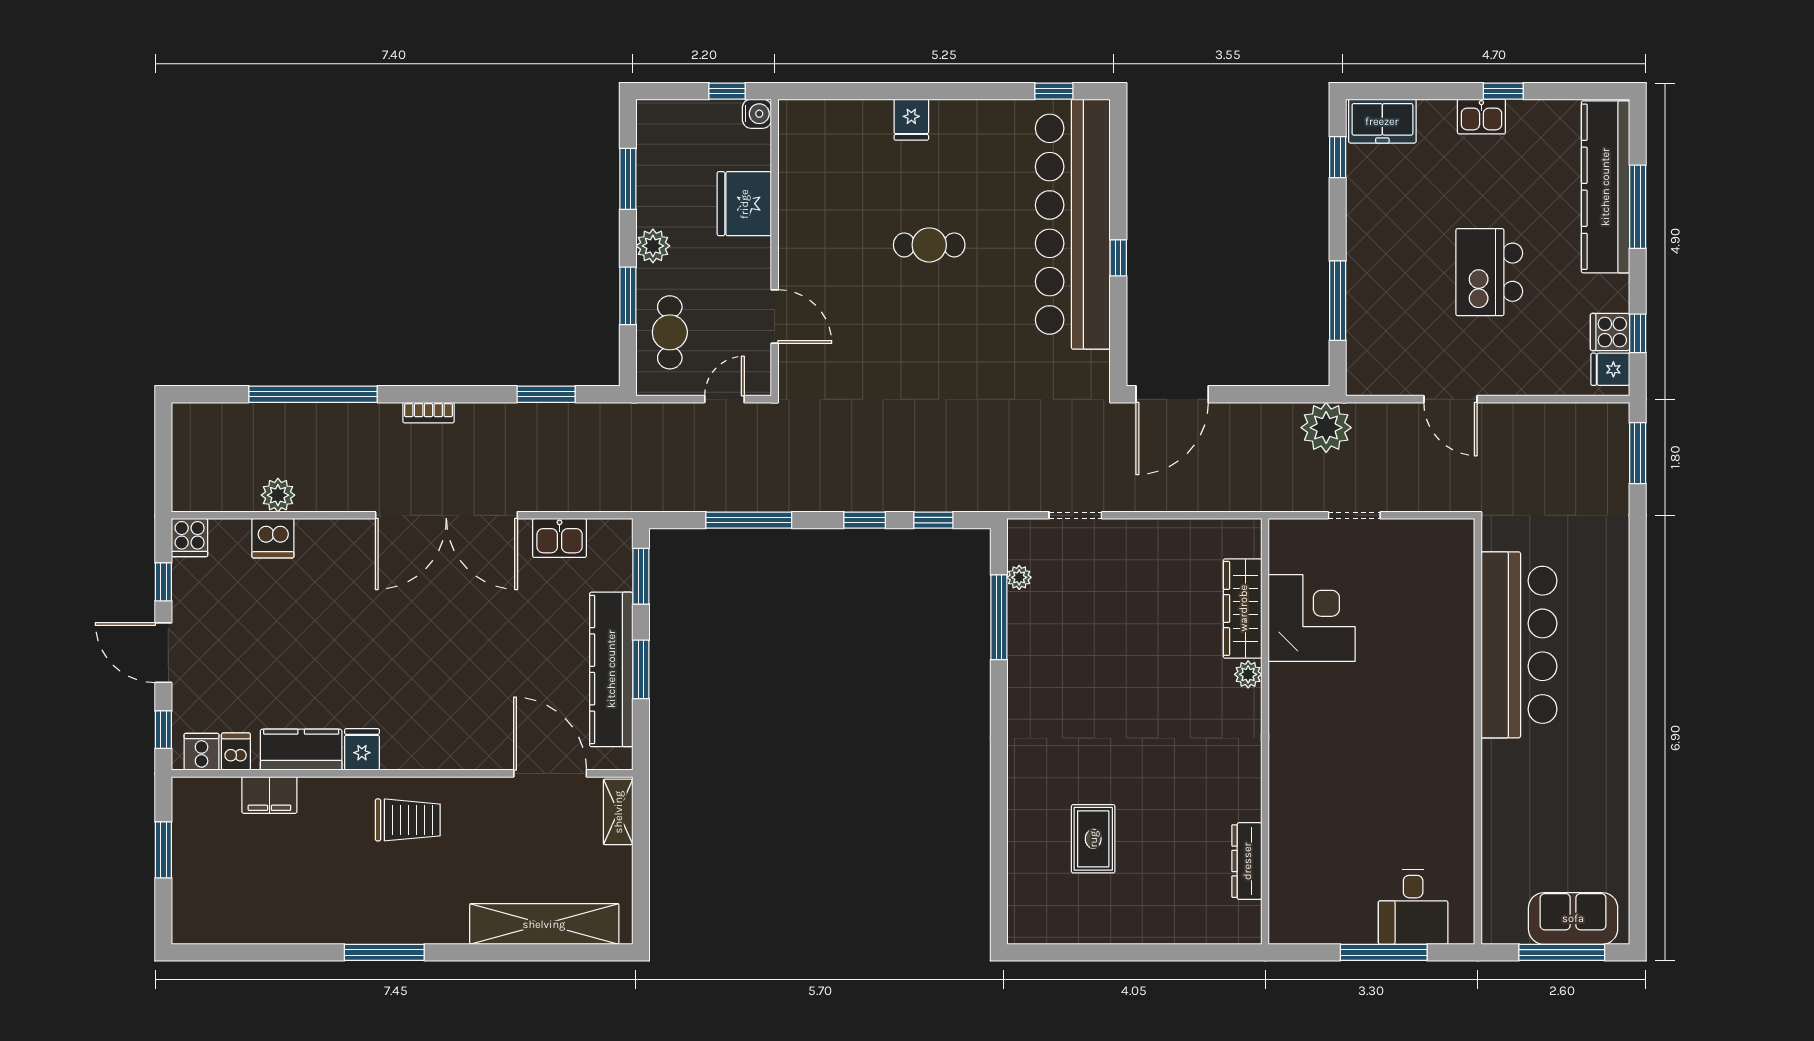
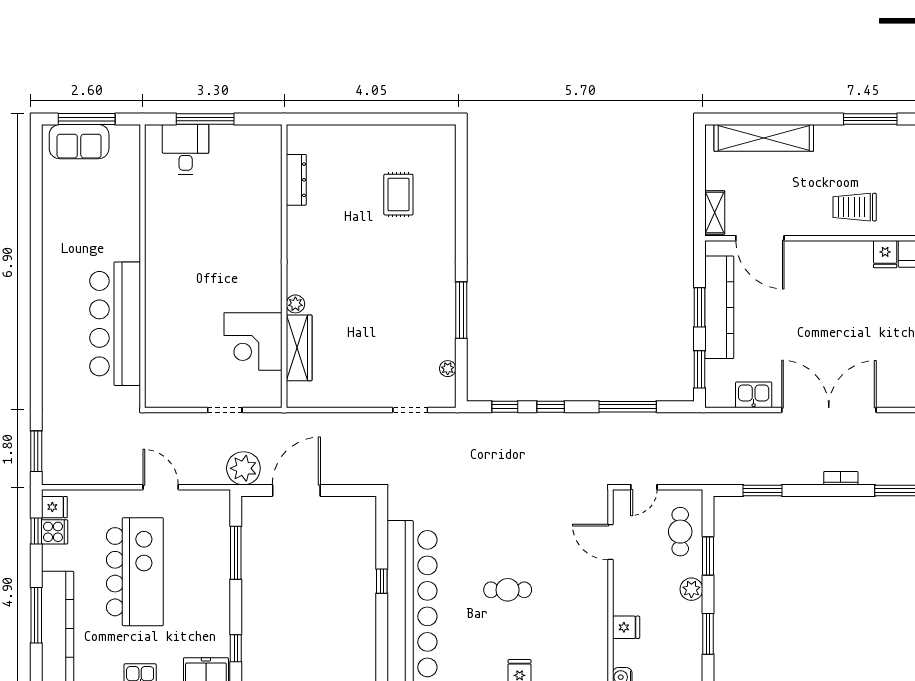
fridge: (744, 204) -> (626, 627), width x0.53, depth x0.75
kitchen island: (1489, 272) -> (135, 572), width x1.87, depth x1.28
door: (1172, 394) -> (296, 490), moved
window: (999, 617) -> (461, 310), moved

